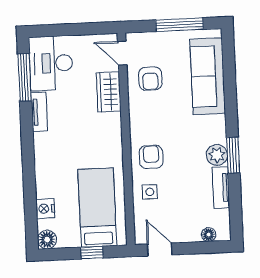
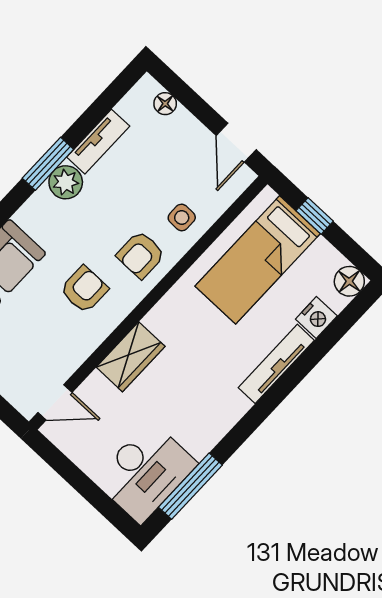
door: (122, 53) -> (55, 402), hinge flipped
armchair: (150, 79) -> (84, 289), moved
wardrobe: (109, 92) -> (131, 357), moved
tv unit: (39, 112) -> (276, 364), moved, width x1.41

